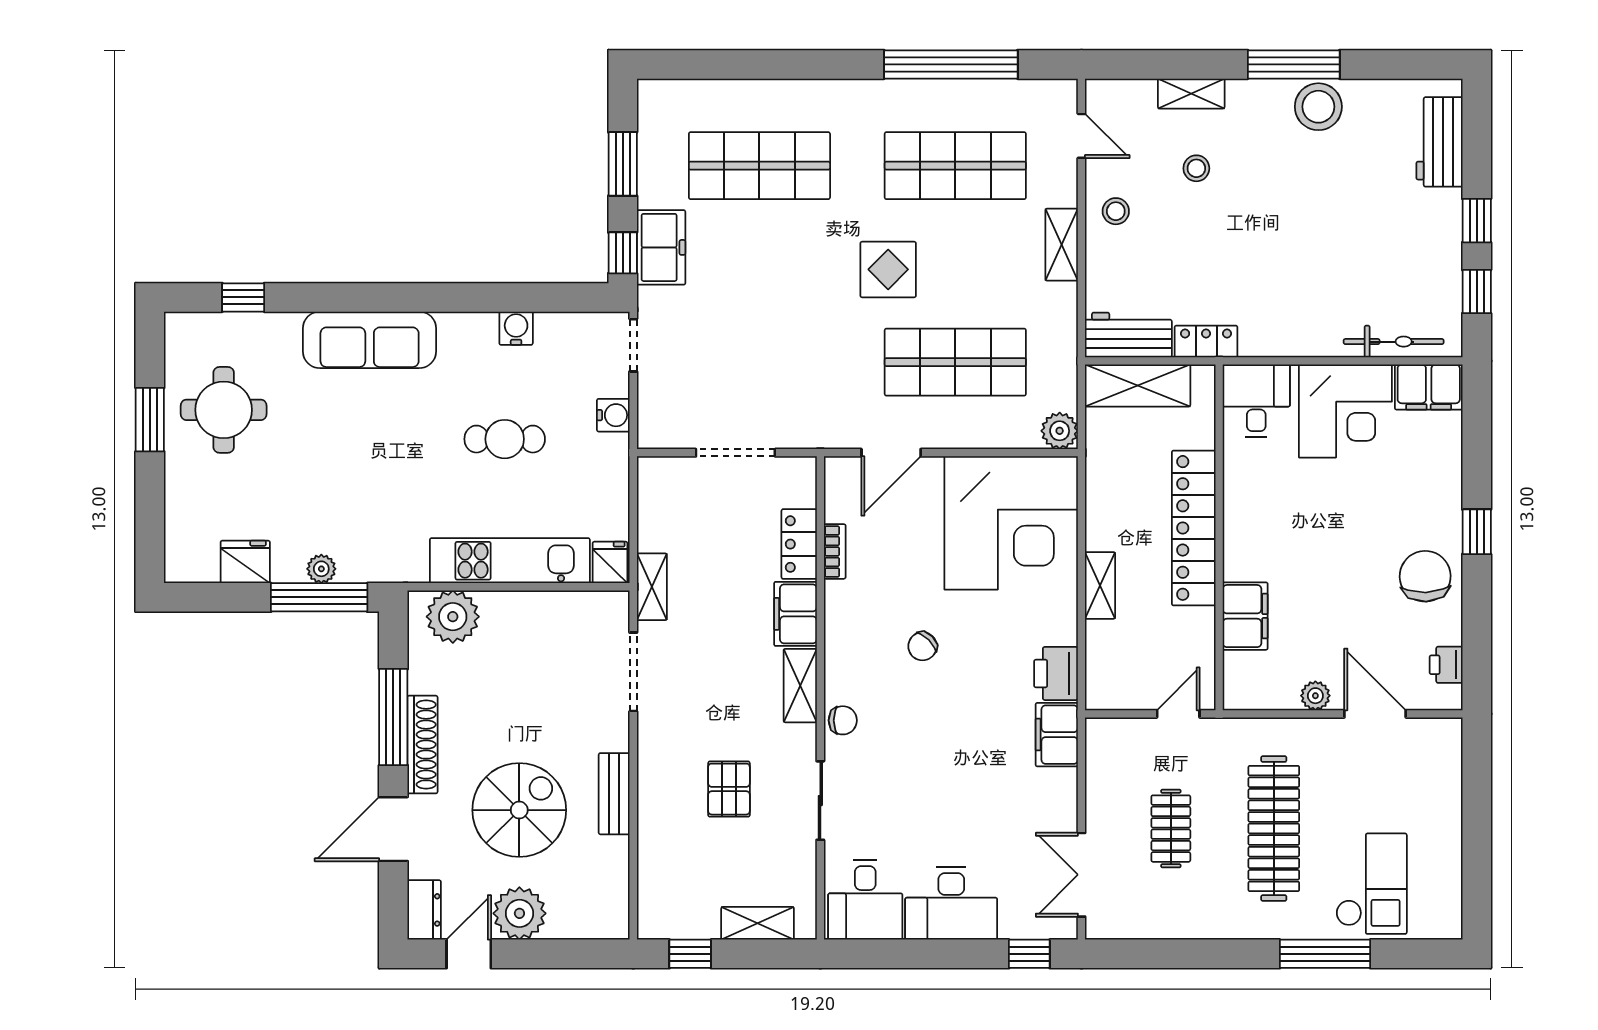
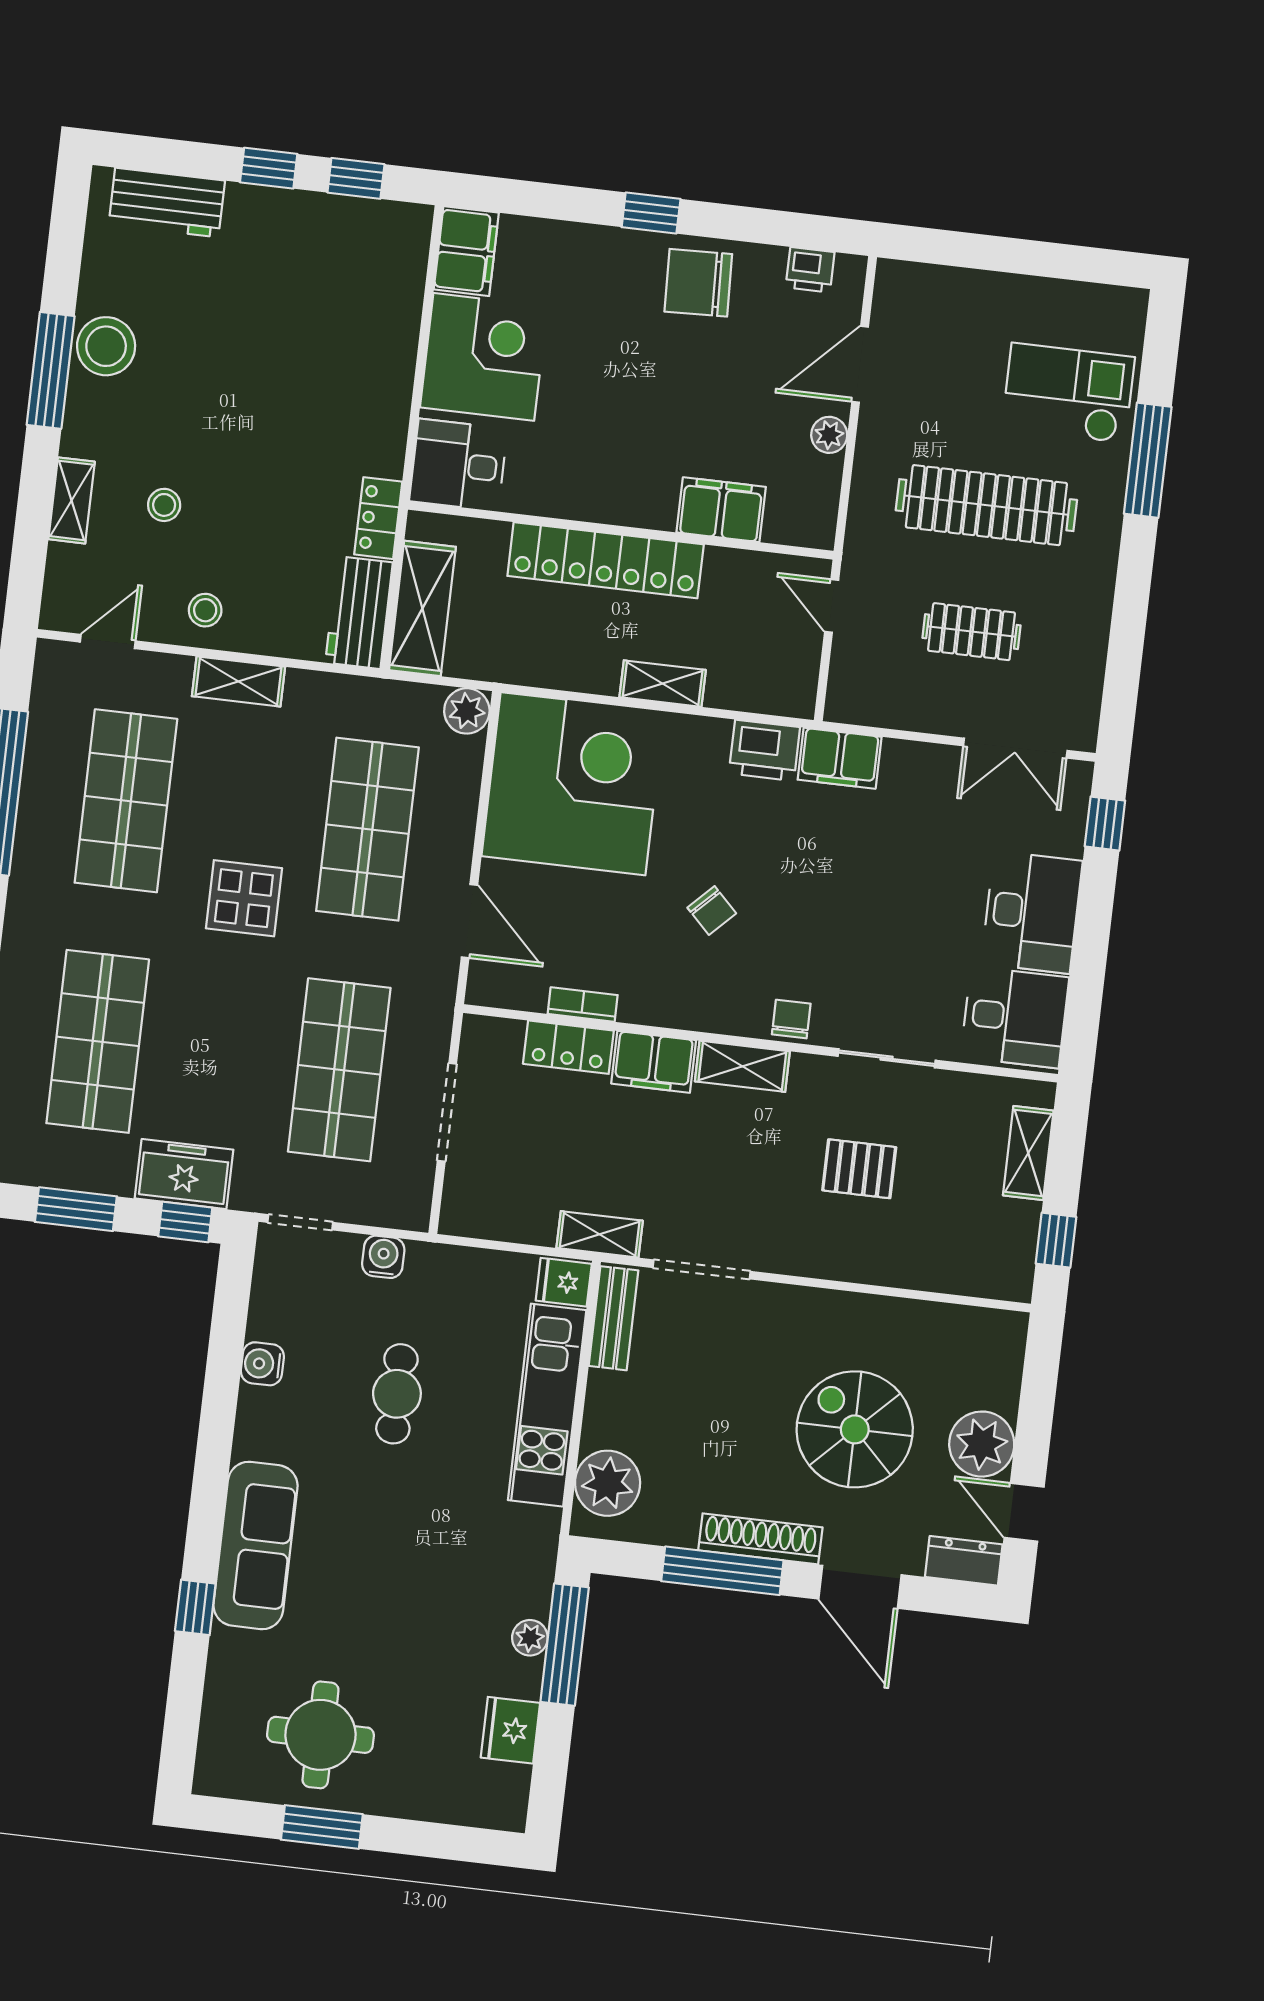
window: (243, 297) -> (195, 1607), moved
bicycle: (1394, 342) -> (405, 288), removed
shop shelf: (759, 362) -> (339, 1070), added
bench: (614, 794) -> (613, 1318), moved, turned 90

